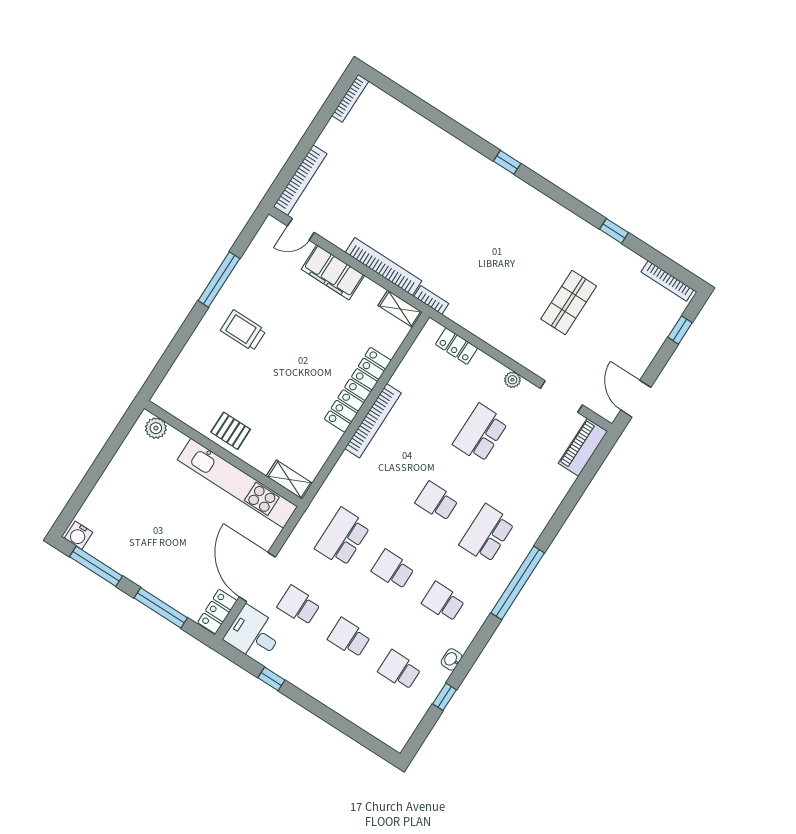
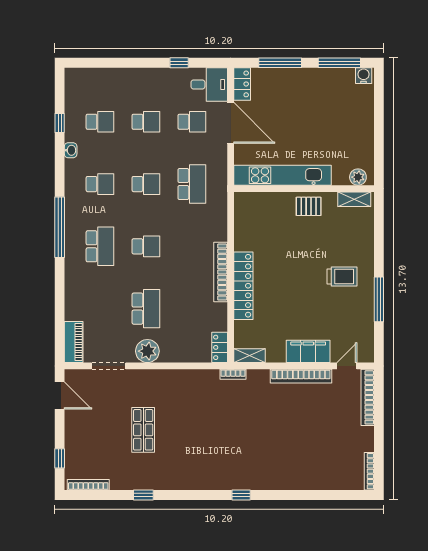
bookcase: (384, 267) -> (301, 376), moved
locker: (457, 346) -> (220, 347), moved, turned -90
plant: (512, 380) -> (147, 351), width x1.88, depth x1.88
shelving: (289, 480) -> (354, 199), moved

